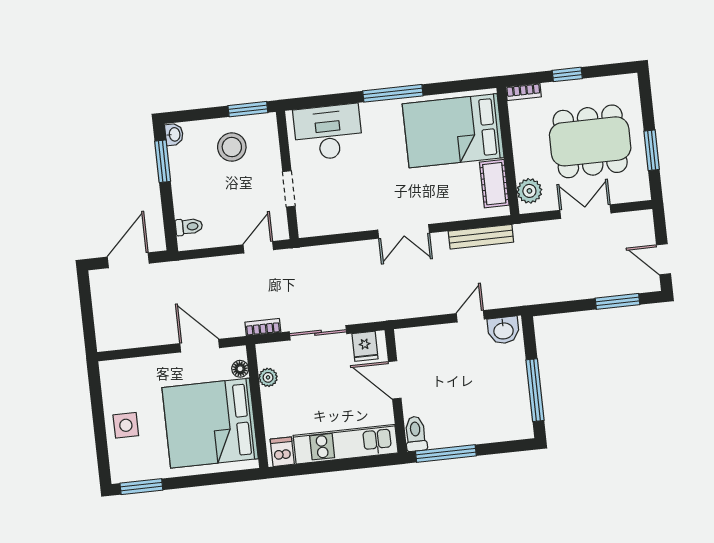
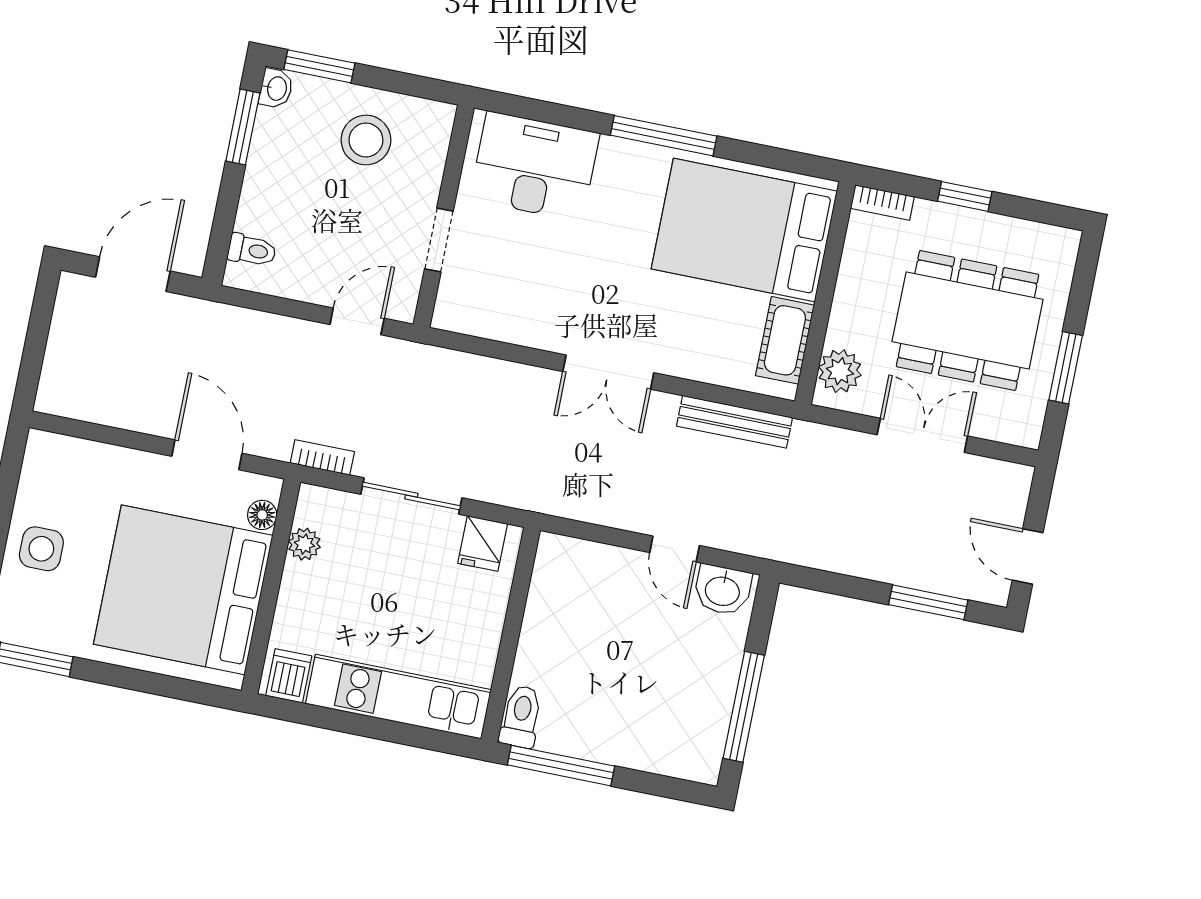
window: (248, 109) -> (319, 66), moved
door: (470, 316) -> (675, 549), swing flipped
door: (395, 380) -> (515, 615), removed

